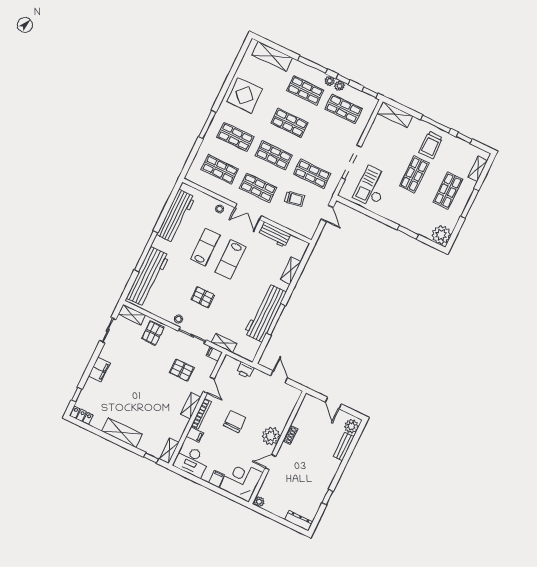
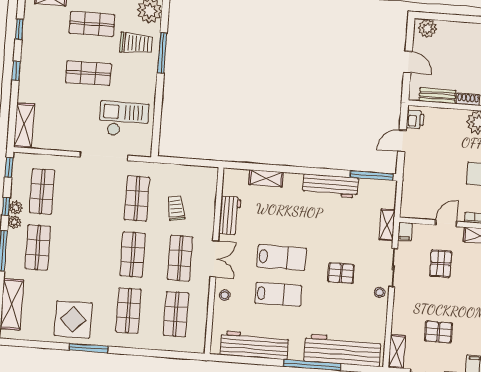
shop shelf: (289, 123) -> (85, 251), removed
window: (436, 124) -> (16, 71), width x0.46
window: (207, 125) -> (89, 348), moved
trolley: (431, 145) -> (136, 43), moved
checkout: (372, 187) -> (124, 119), turned 180
door: (327, 213) -> (178, 161), removed
window: (408, 232) -> (162, 53), width x1.44
lab bench: (205, 247) -> (278, 294), turned 180
pallet: (203, 297) -> (341, 273), turned 90
workbench: (265, 313) -> (330, 186), width x0.73, depth x0.76
window: (276, 319) -> (371, 176), moved
pallet: (153, 333) -> (438, 332), moved
printer: (245, 370) -> (415, 119), moved
door: (333, 403) -> (408, 62), hinge flipped
bench: (344, 446) -> (437, 96), moved

